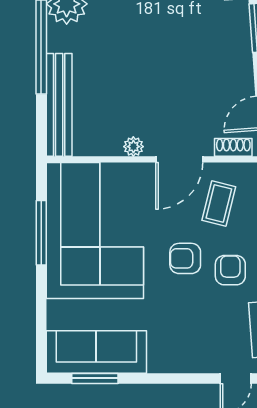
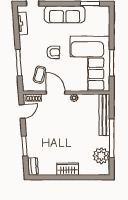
door: (179, 159) -> (56, 93), hinge flipped
armchair: (230, 270) -> (35, 48), removed
sofa: (96, 352) -> (65, 14), moved

